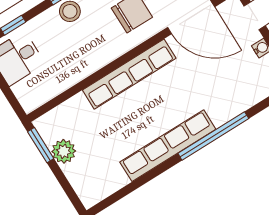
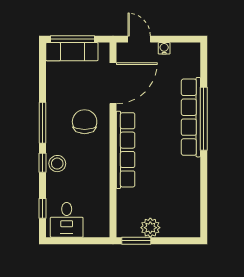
row of seats: (168, 146) -> (191, 117), moved

